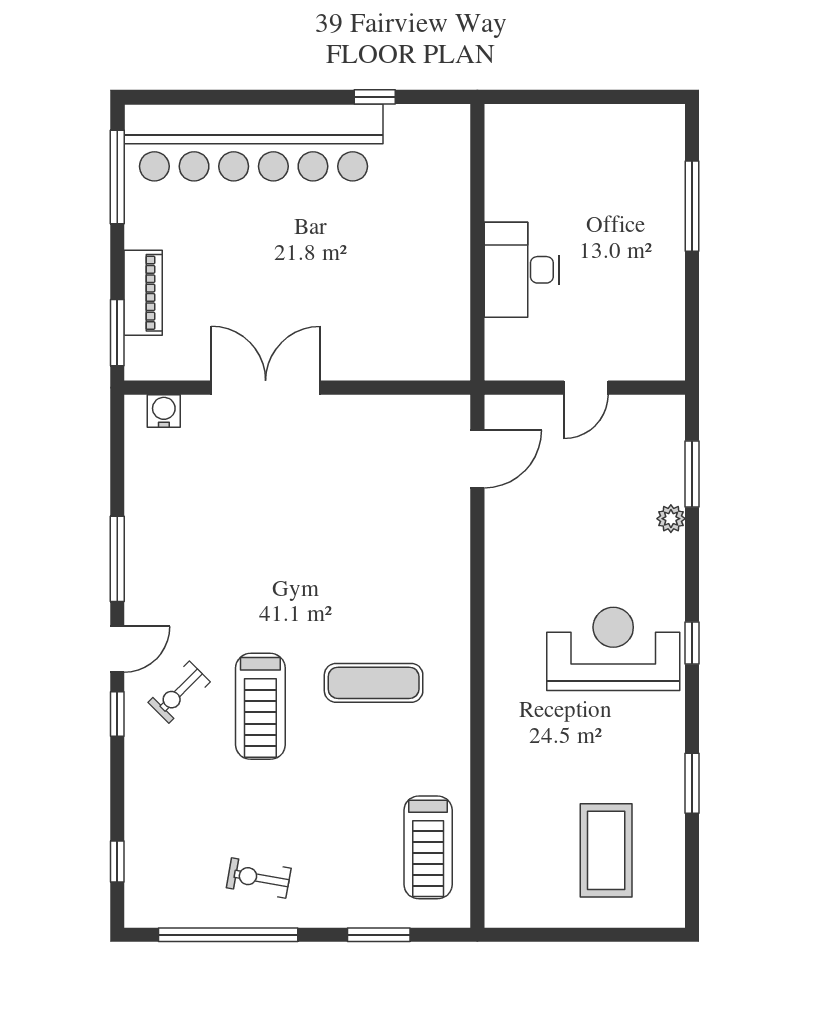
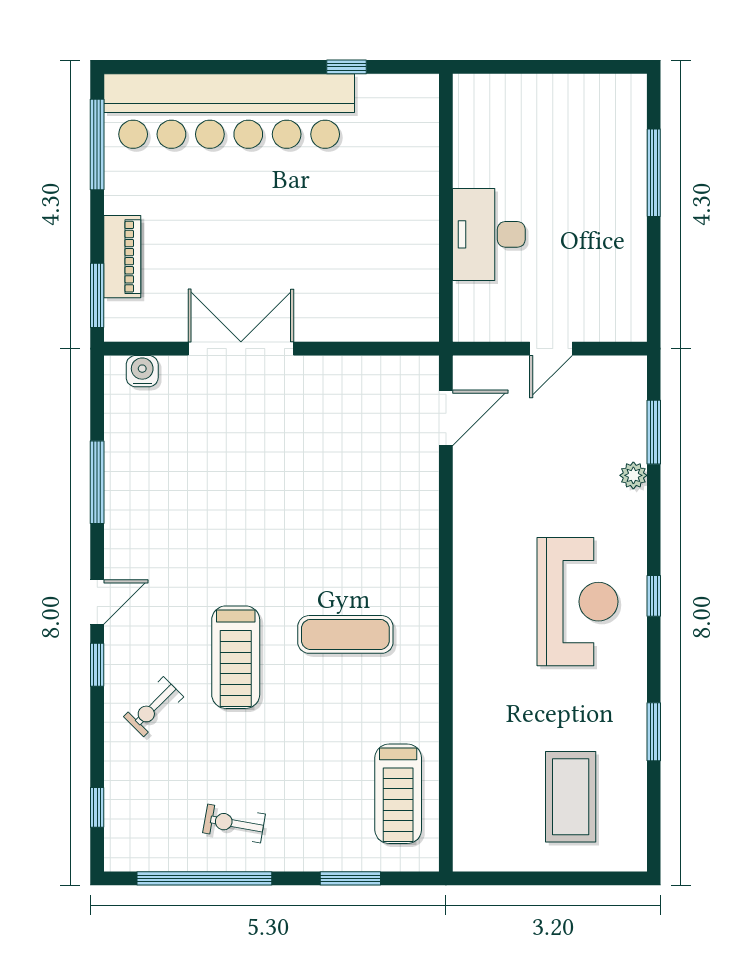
window: (117, 559) -> (97, 482), moved
reception desk: (613, 649) -> (577, 602), turned 90
exercise bike: (179, 692) -> (154, 707), moved

